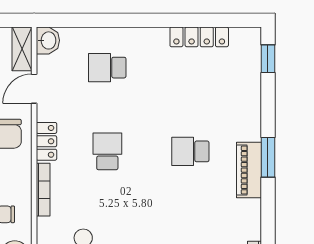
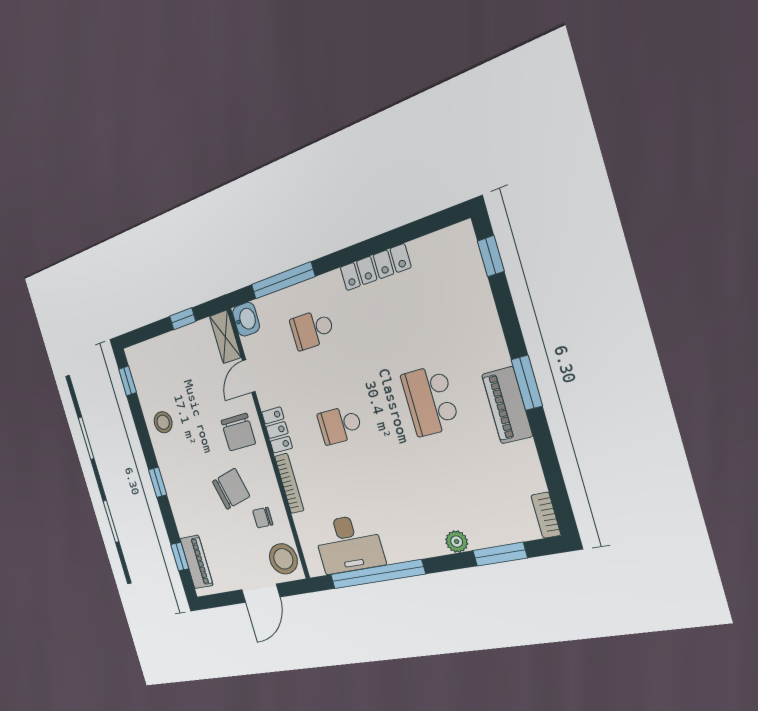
window: (94, 20) -> (283, 280), added
locker: (199, 37) -> (375, 267), moved
school desk: (107, 151) -> (340, 425), turned -90
school desk: (190, 151) -> (430, 401), width x1.85

